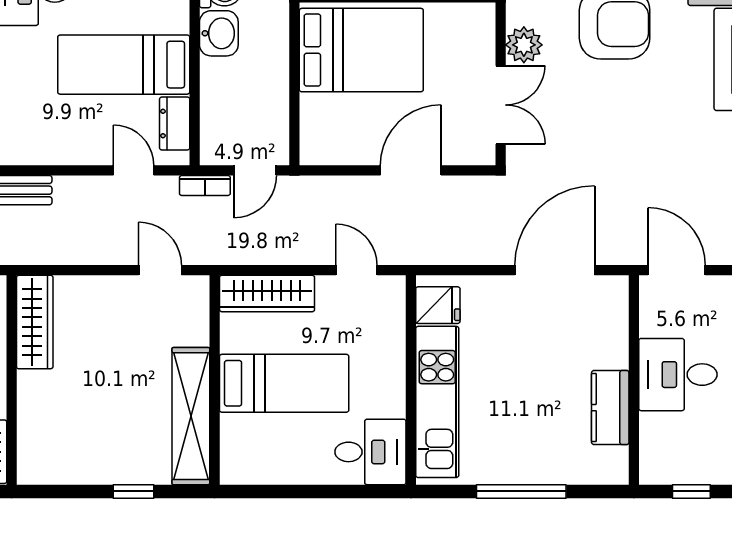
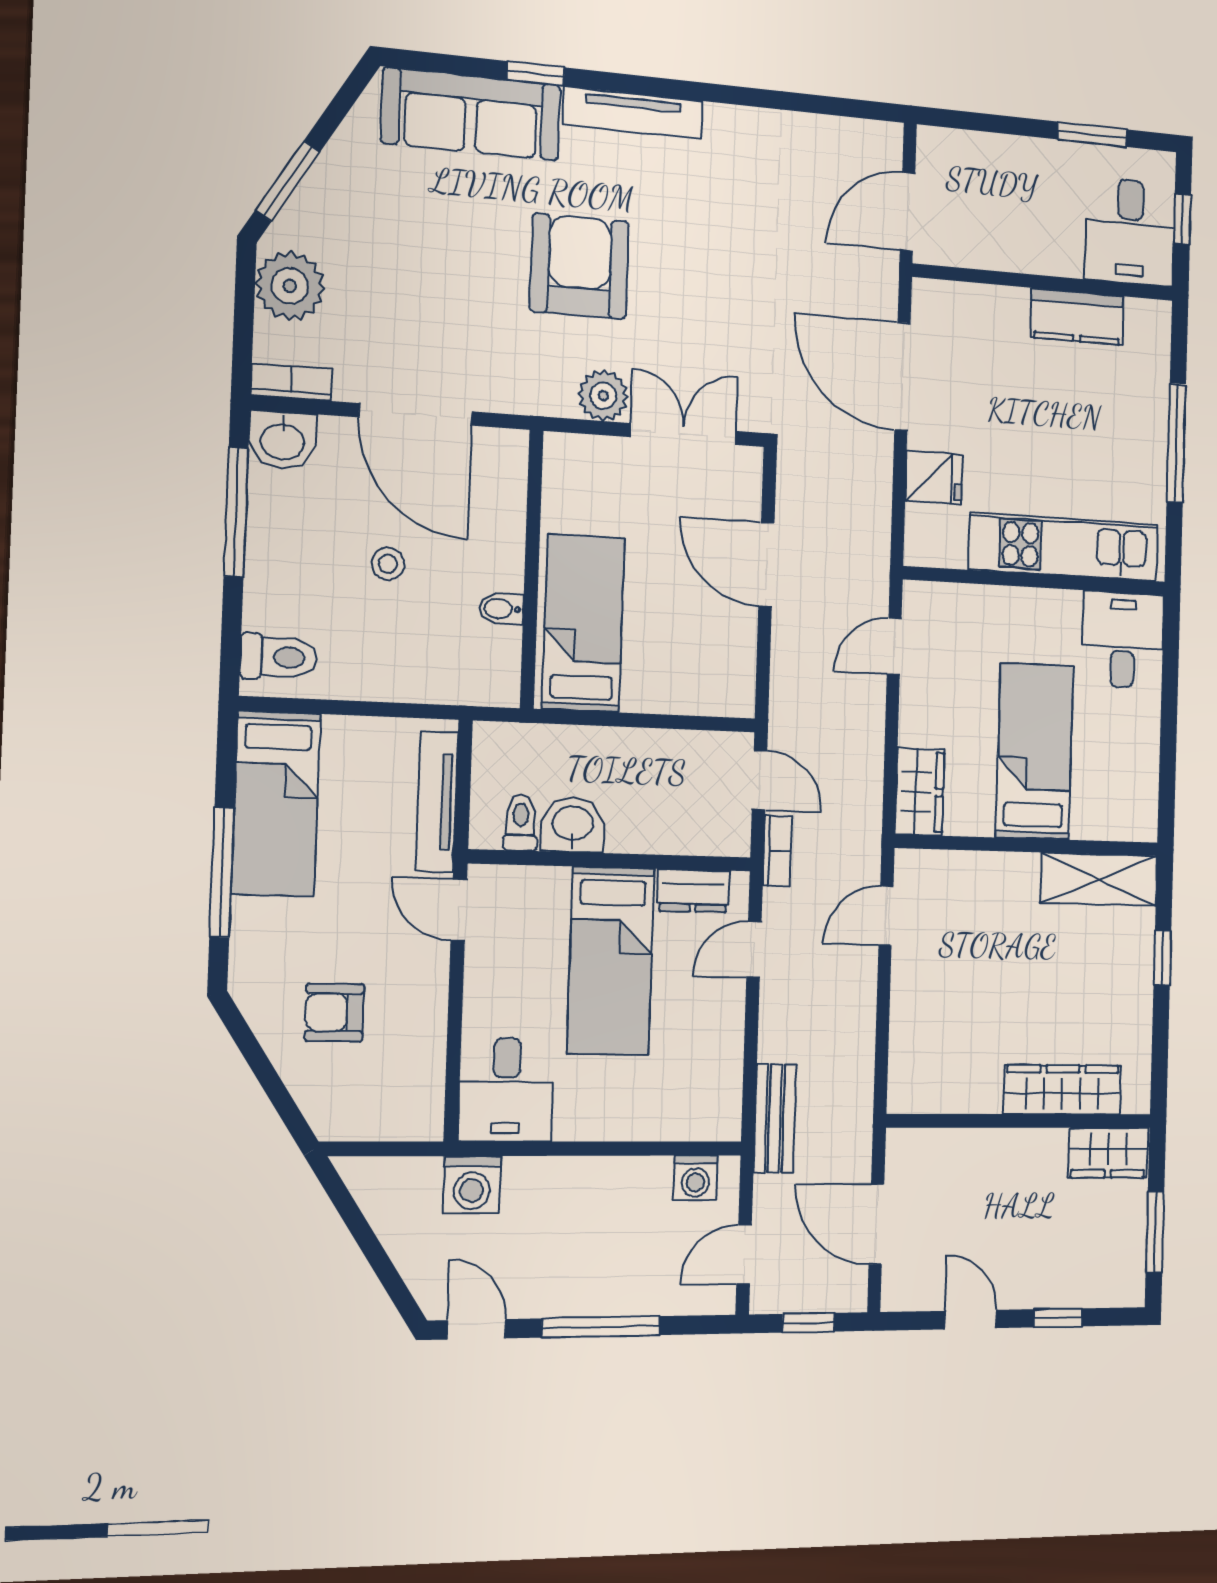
bed: (361, 50) -> (583, 623), width x0.67
wardrobe: (267, 294) -> (920, 792), width x0.67
fridge: (438, 305) -> (934, 478), moved, turned 90
wardrobe: (35, 322) -> (1062, 1090), moved
desk: (678, 375) -> (1130, 232), moved
shelving: (191, 416) -> (1099, 879), width x0.68

